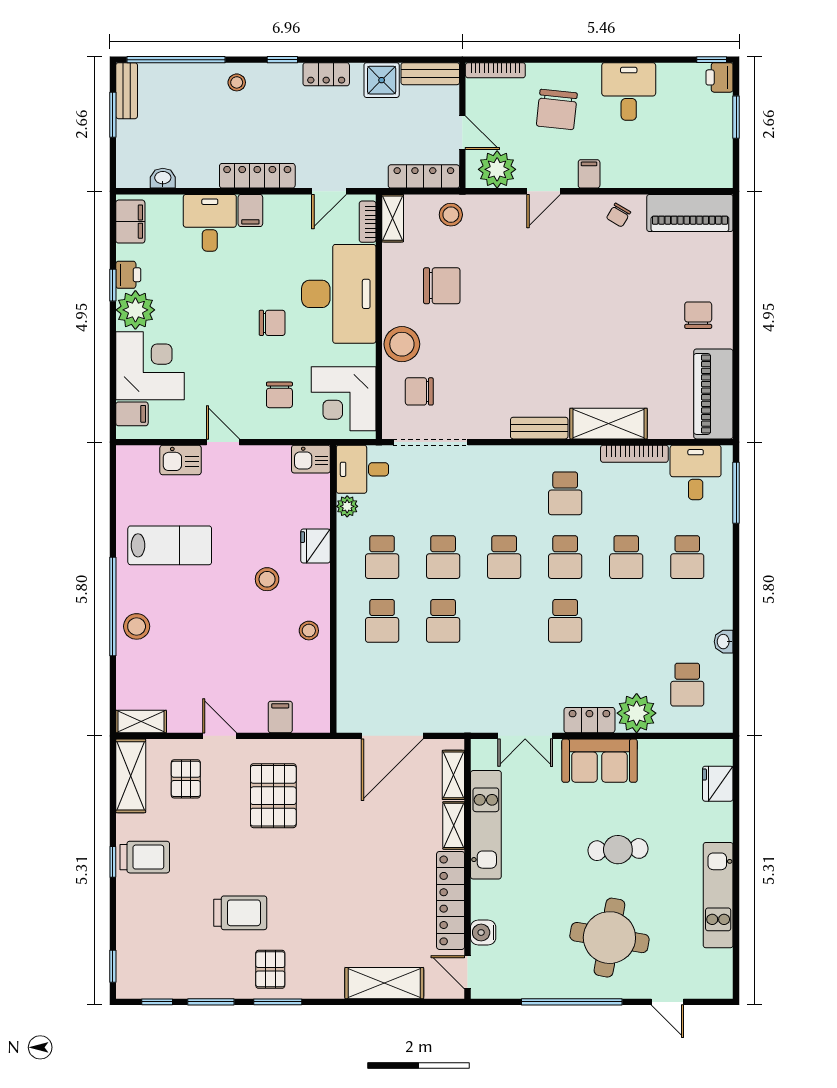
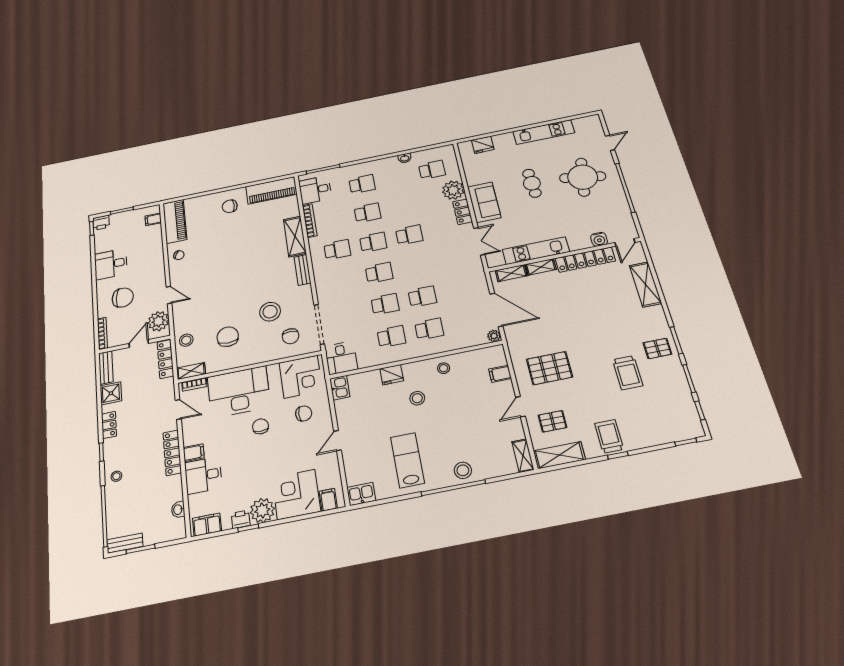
filing cabinet: (589, 174) -> (153, 219), moved
stool: (402, 344) -> (270, 312), moved
kitchen sink: (181, 460) -> (361, 494), moved, turned -90
plant: (347, 506) -> (494, 336), moved
trolley: (240, 913) -> (628, 373), turned 180

